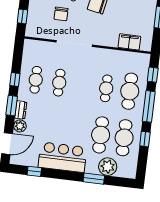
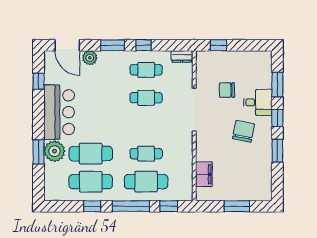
dresser: (21, 110) -> (182, 56), moved
plant: (108, 167) -> (54, 151), moved

